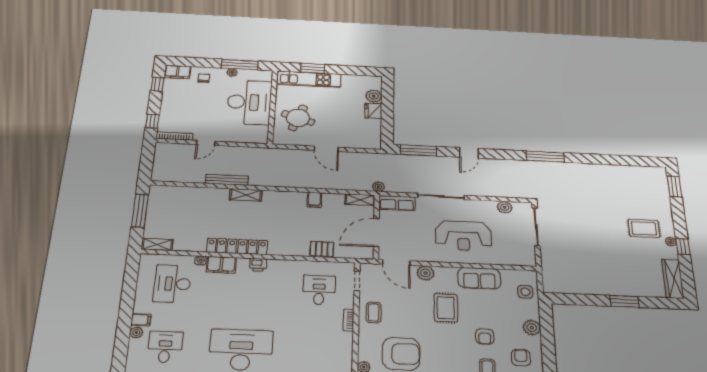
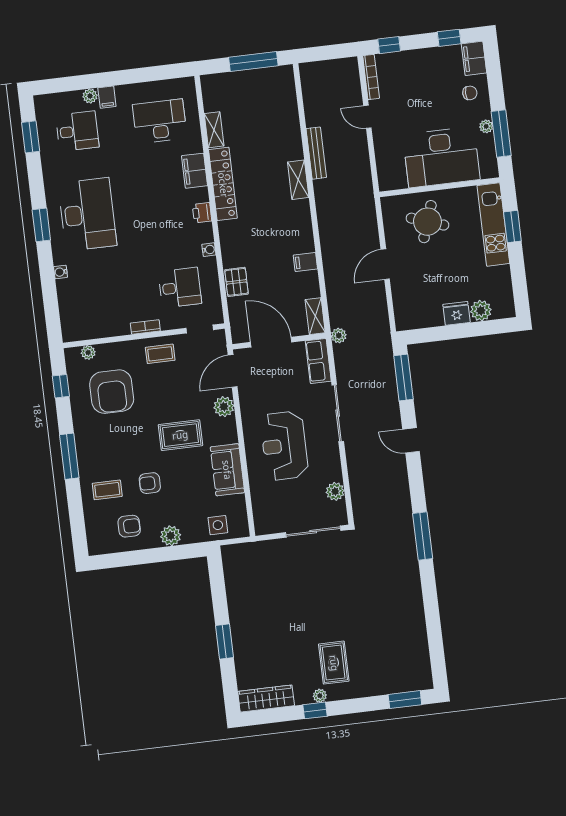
shelving: (157, 245) -> (214, 130), moved
water cooler: (200, 260) -> (209, 250), moved

